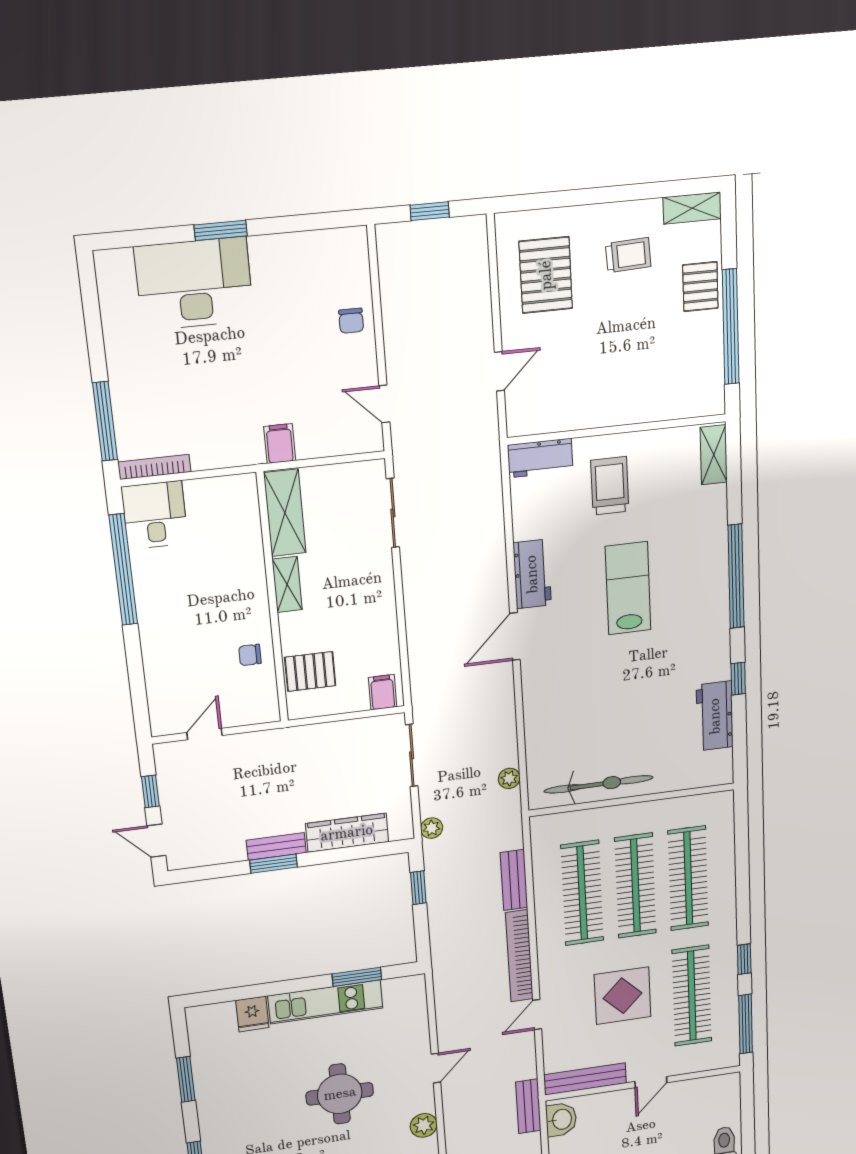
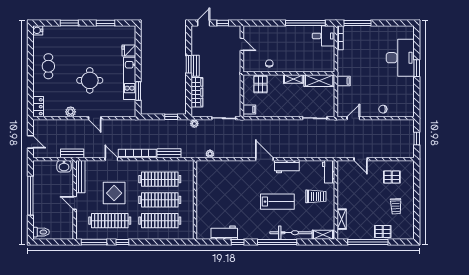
shelving: (692, 208) -> (342, 219), moved
pallet: (546, 275) -> (392, 177), width x0.67, depth x0.71
bicycle: (599, 784) -> (291, 233), moved, turned -90

